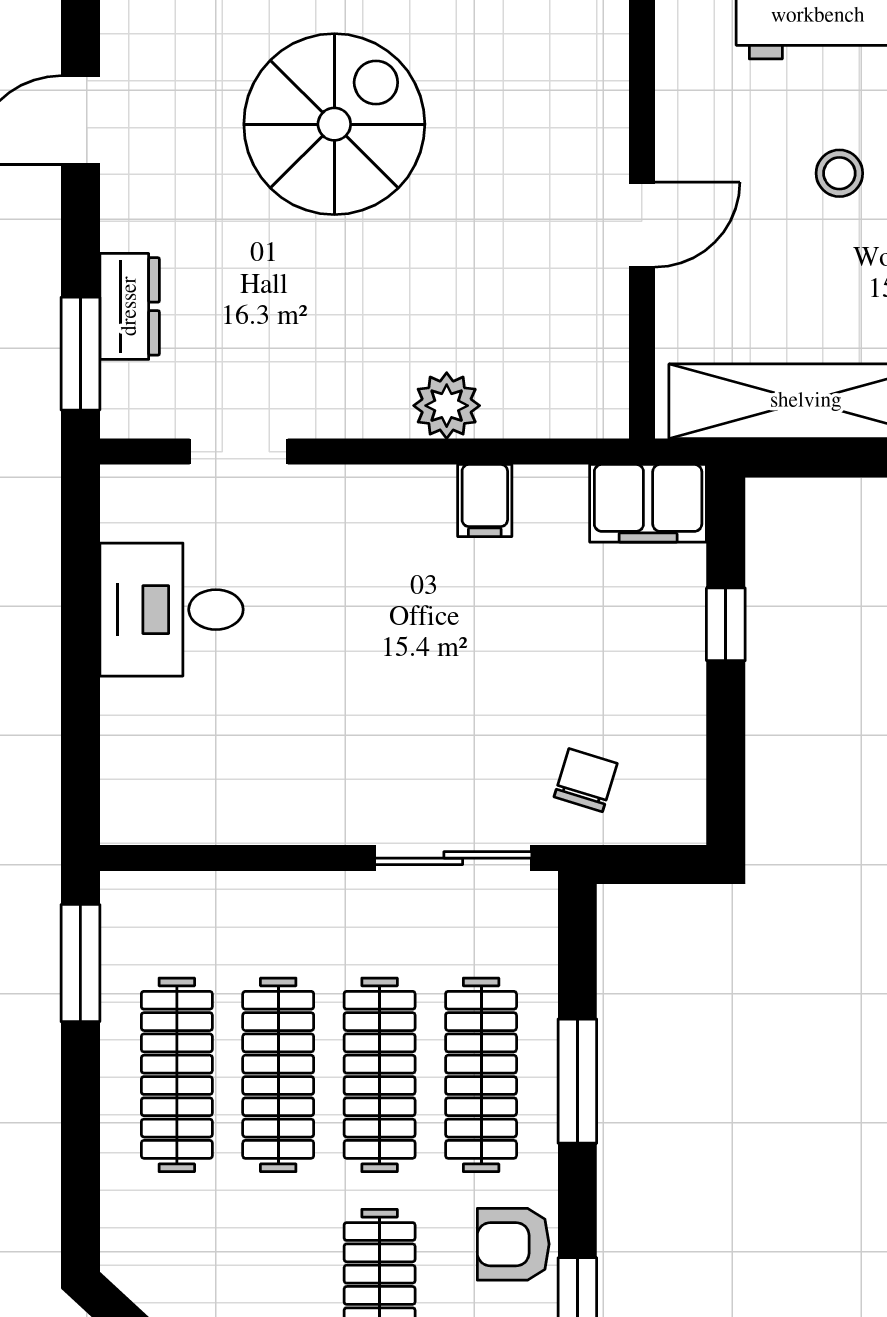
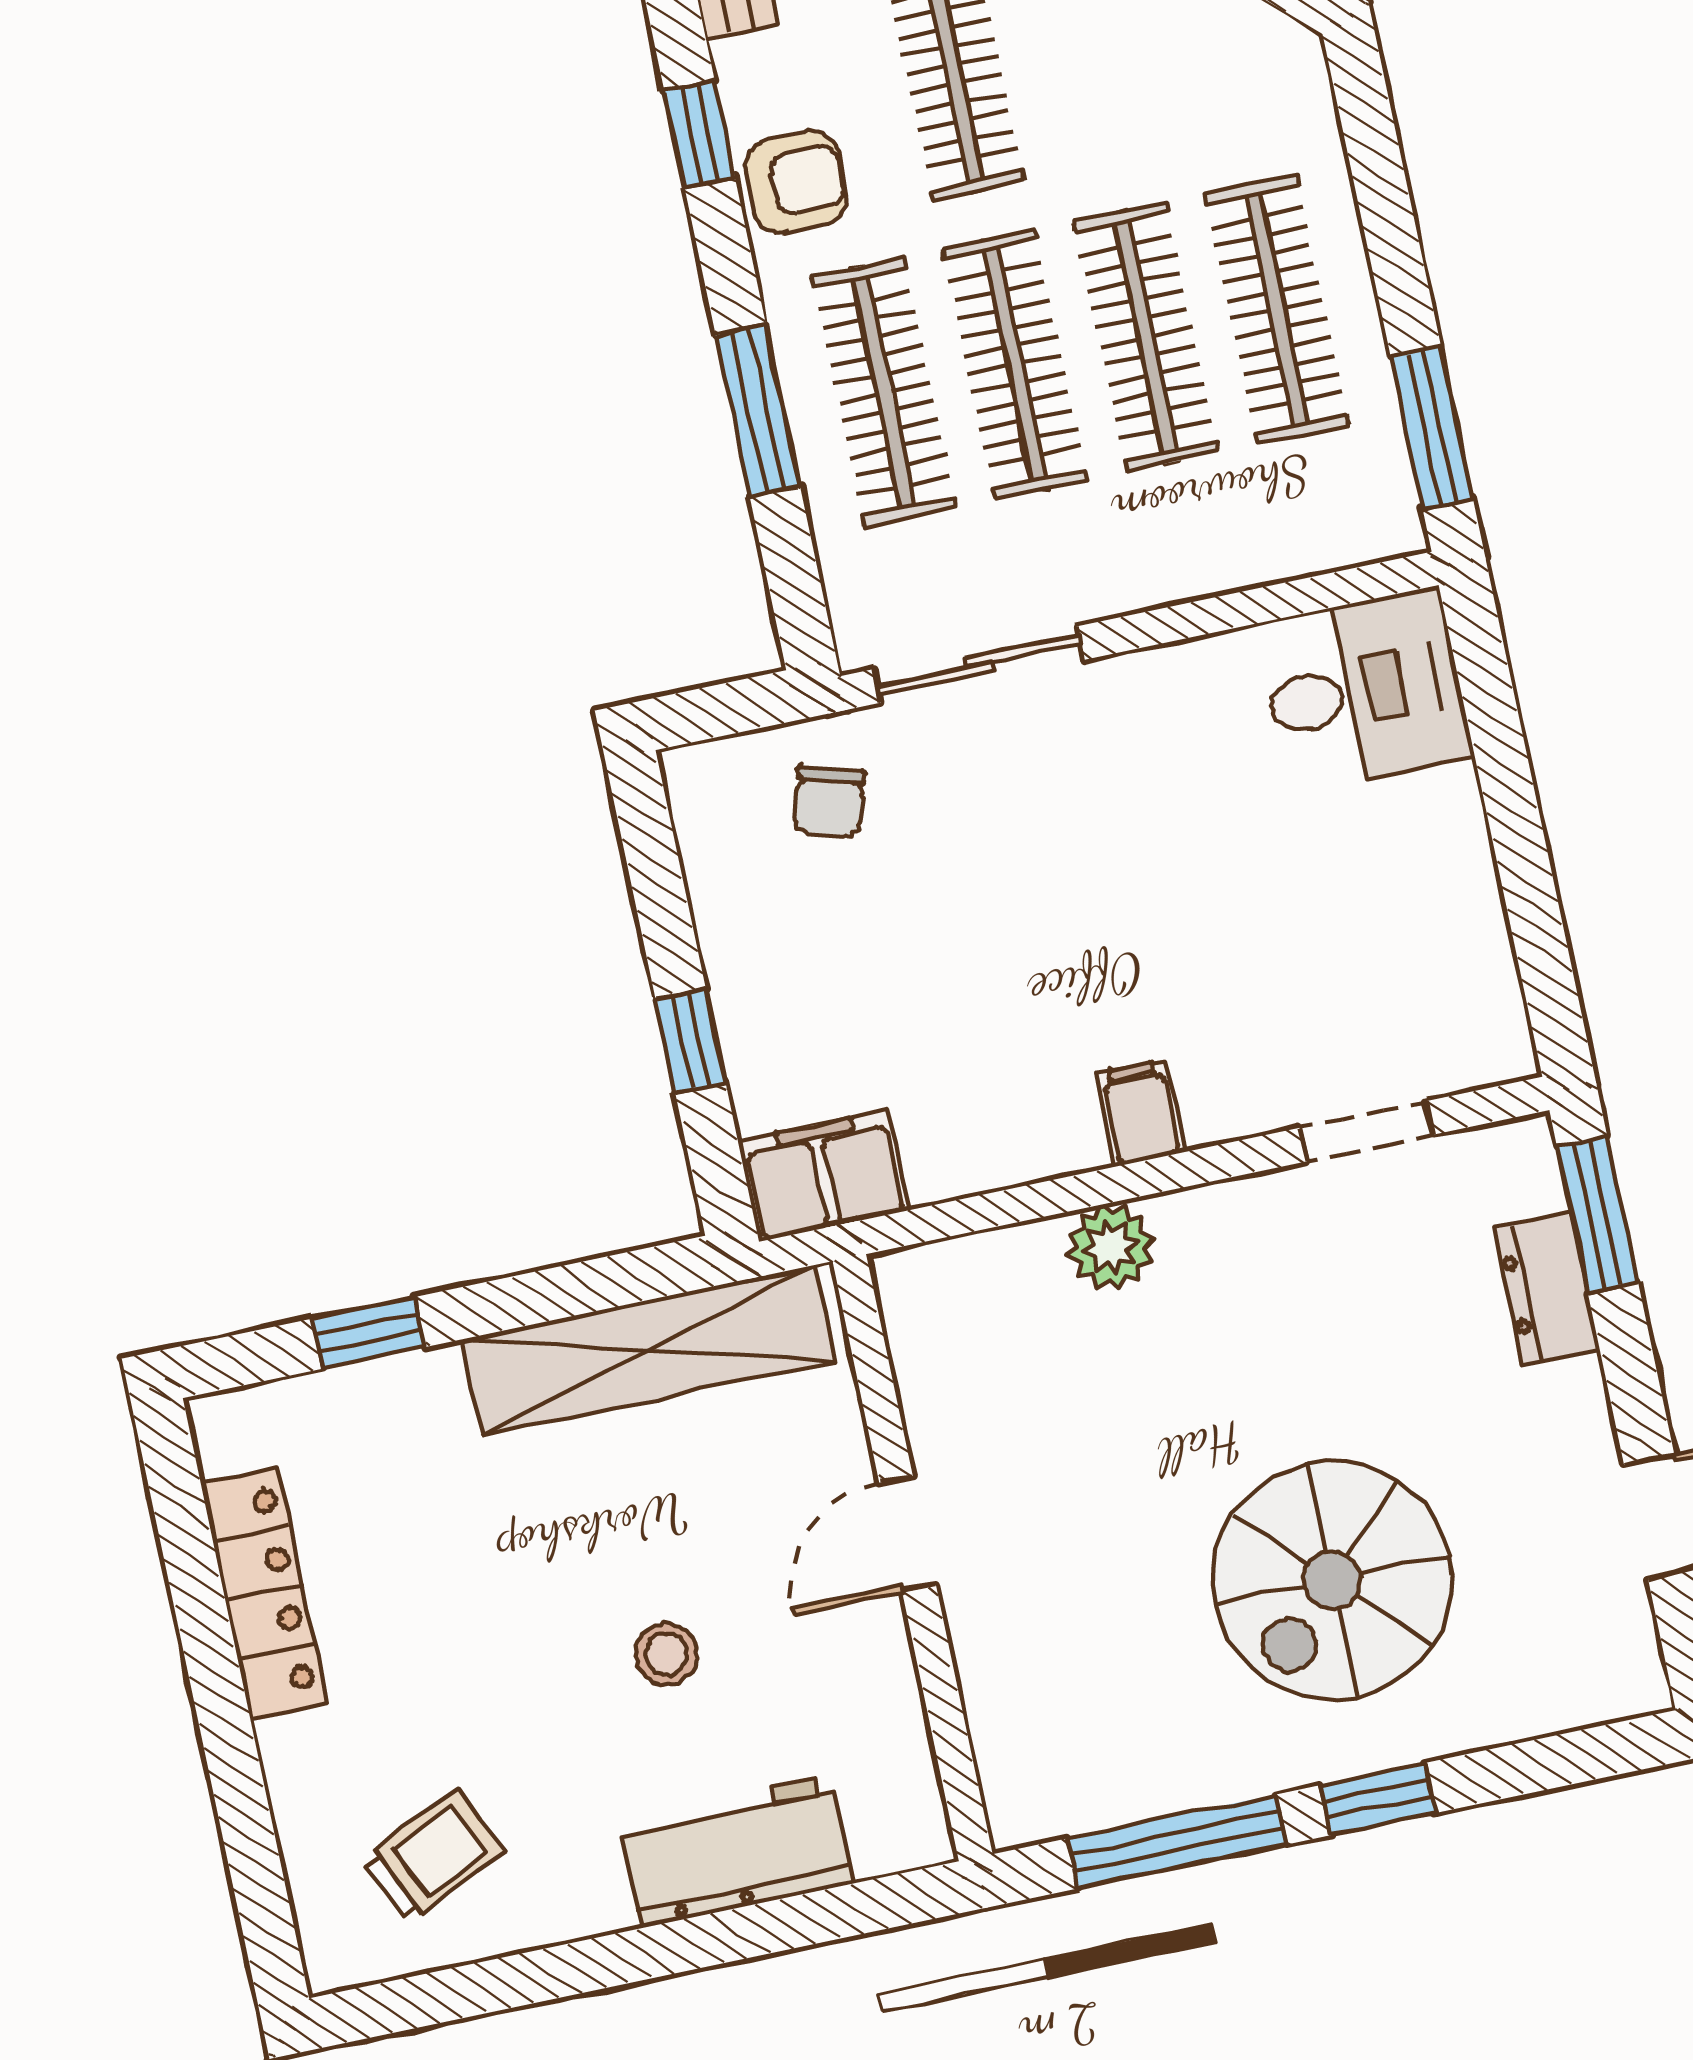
filing cabinet: (485, 501) -> (1140, 1113), moved
desk: (172, 610) -> (1364, 690), moved

